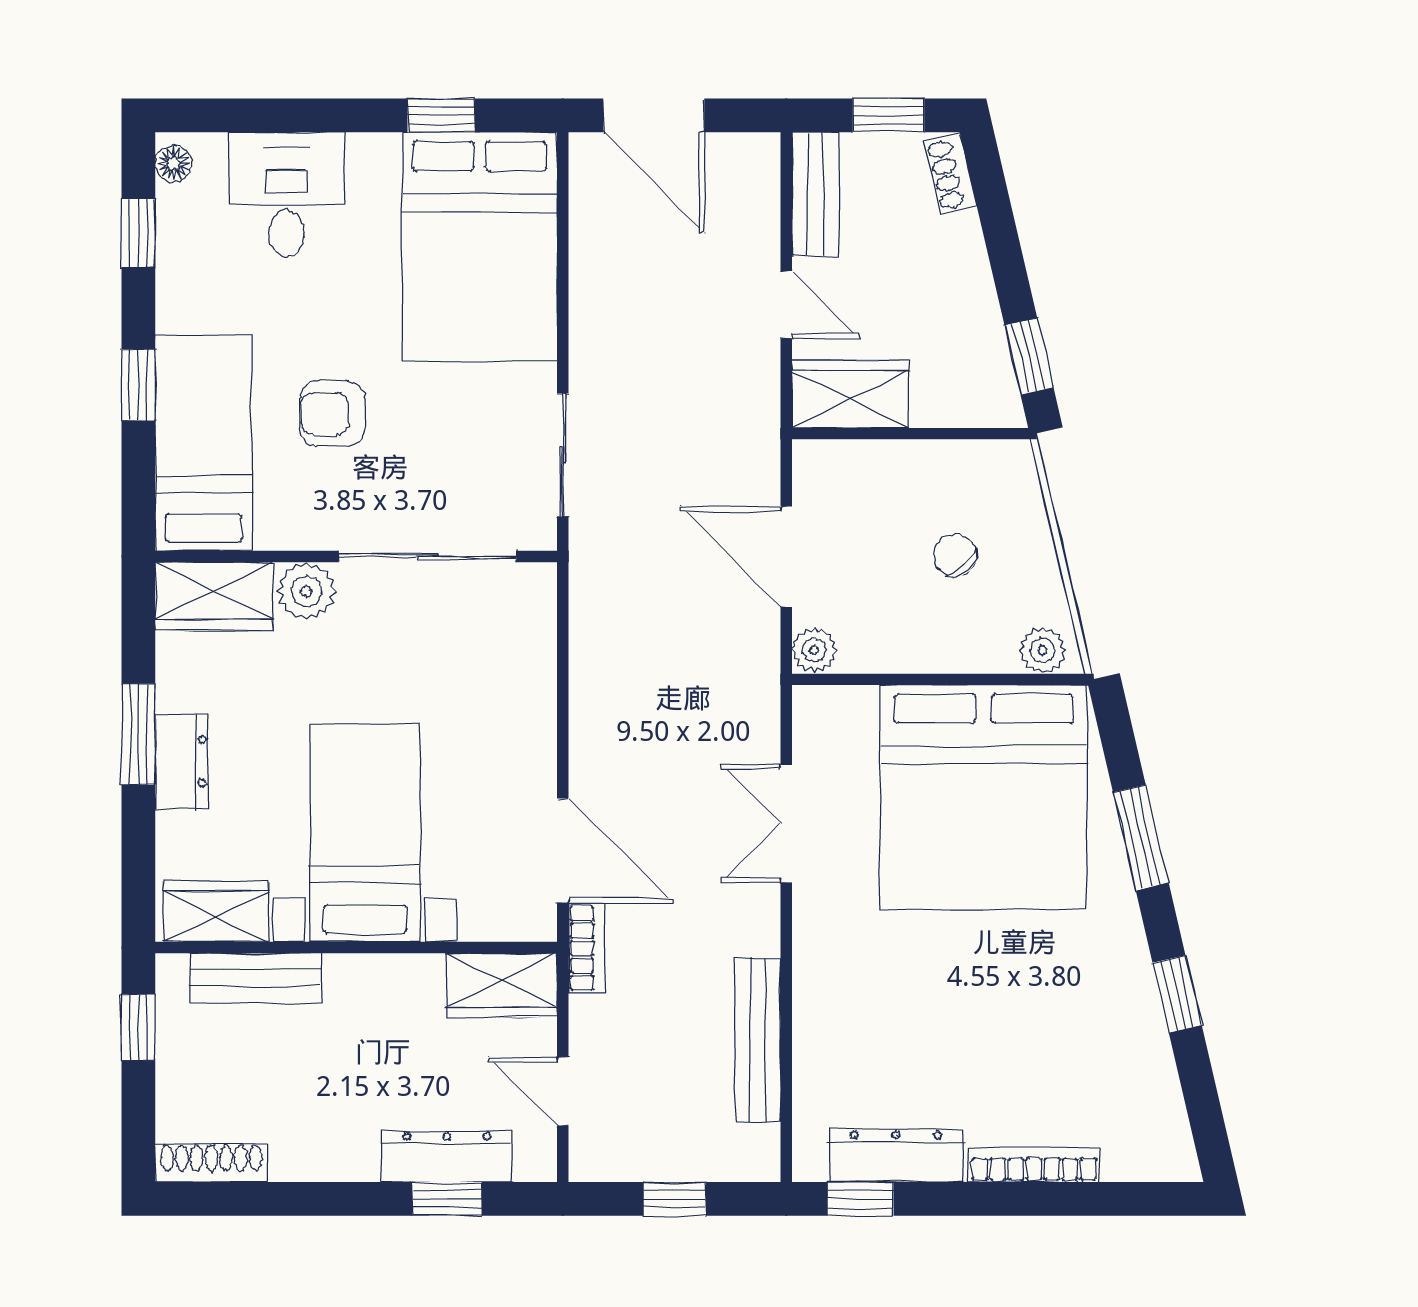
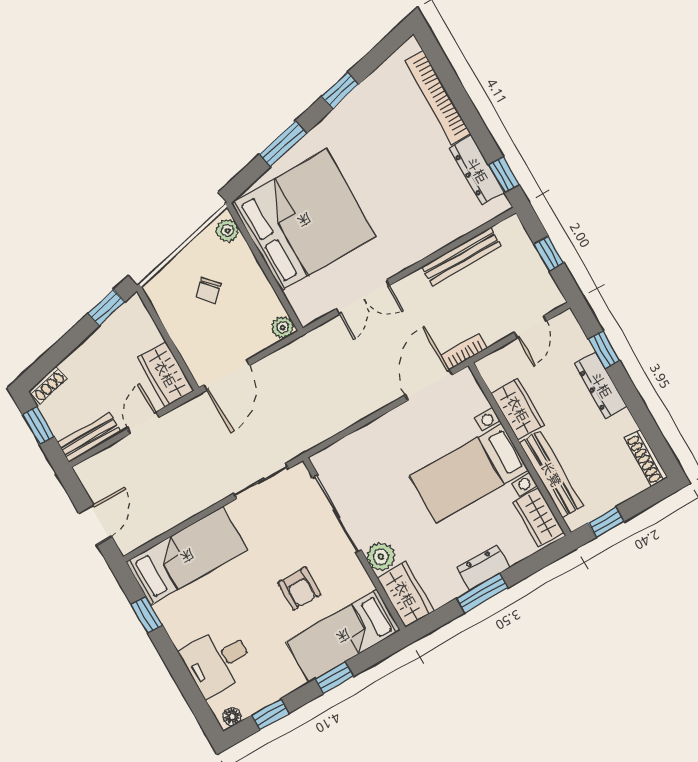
door: (654, 115) -> (95, 525), width x0.73
bed: (480, 247) -> (187, 556), width x0.67
door: (786, 557) -> (227, 375), moved
bench: (256, 978) -> (551, 474), width x1.36
wardrobe: (502, 985) -> (518, 409), moved
dresser: (447, 1157) -> (601, 385), moved
bookcase: (1034, 1165) -> (438, 97), width x1.48, depth x1.31

